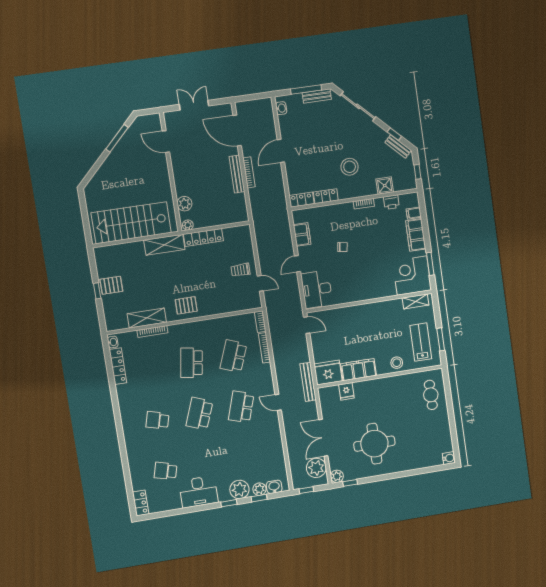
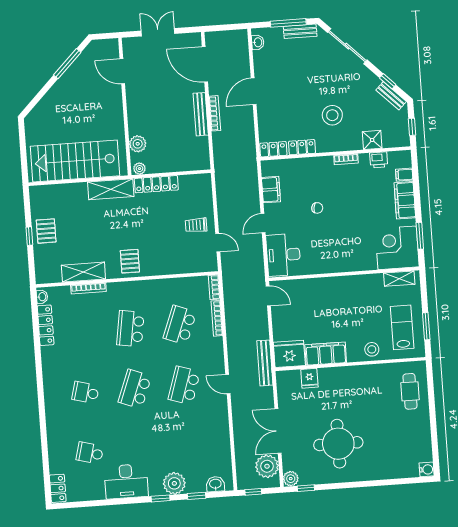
pallet: (111, 285) -> (46, 231), turned 90
pallet: (186, 305) -> (130, 261), turned 90
plant: (259, 489) -> (198, 485), removed

